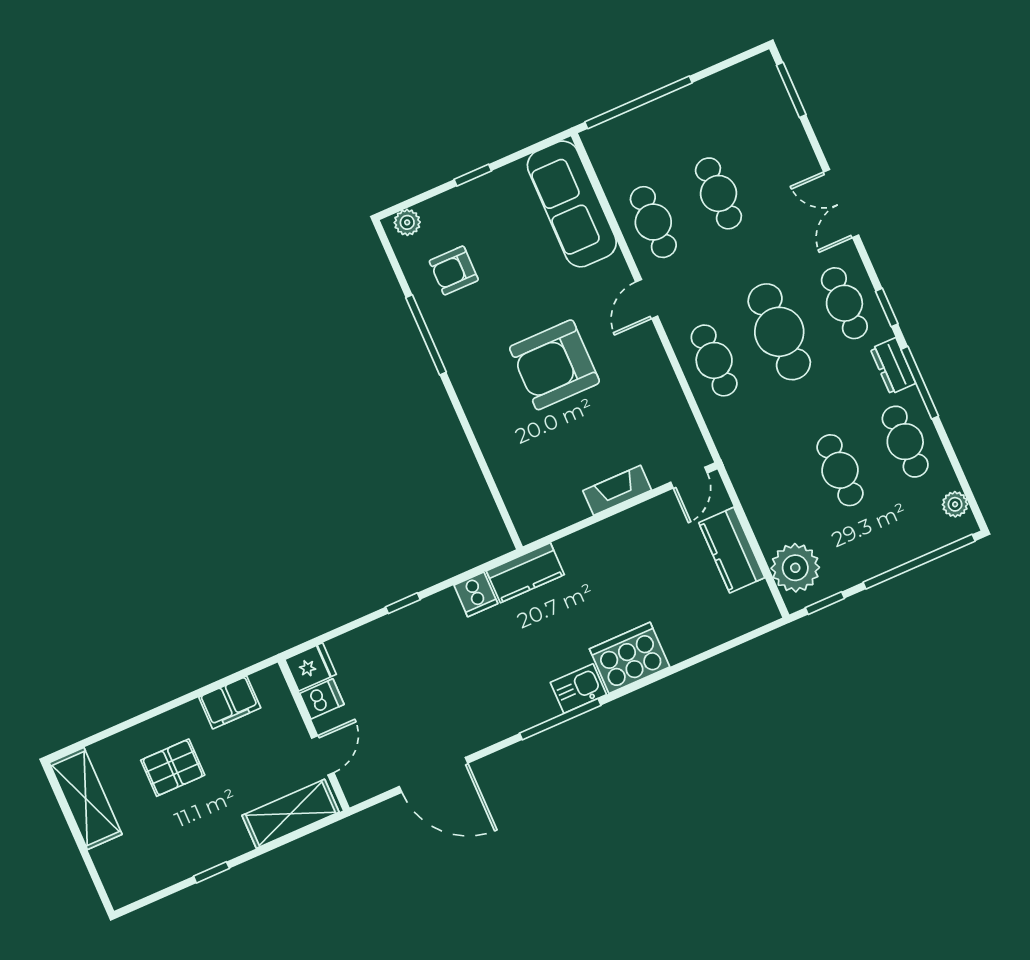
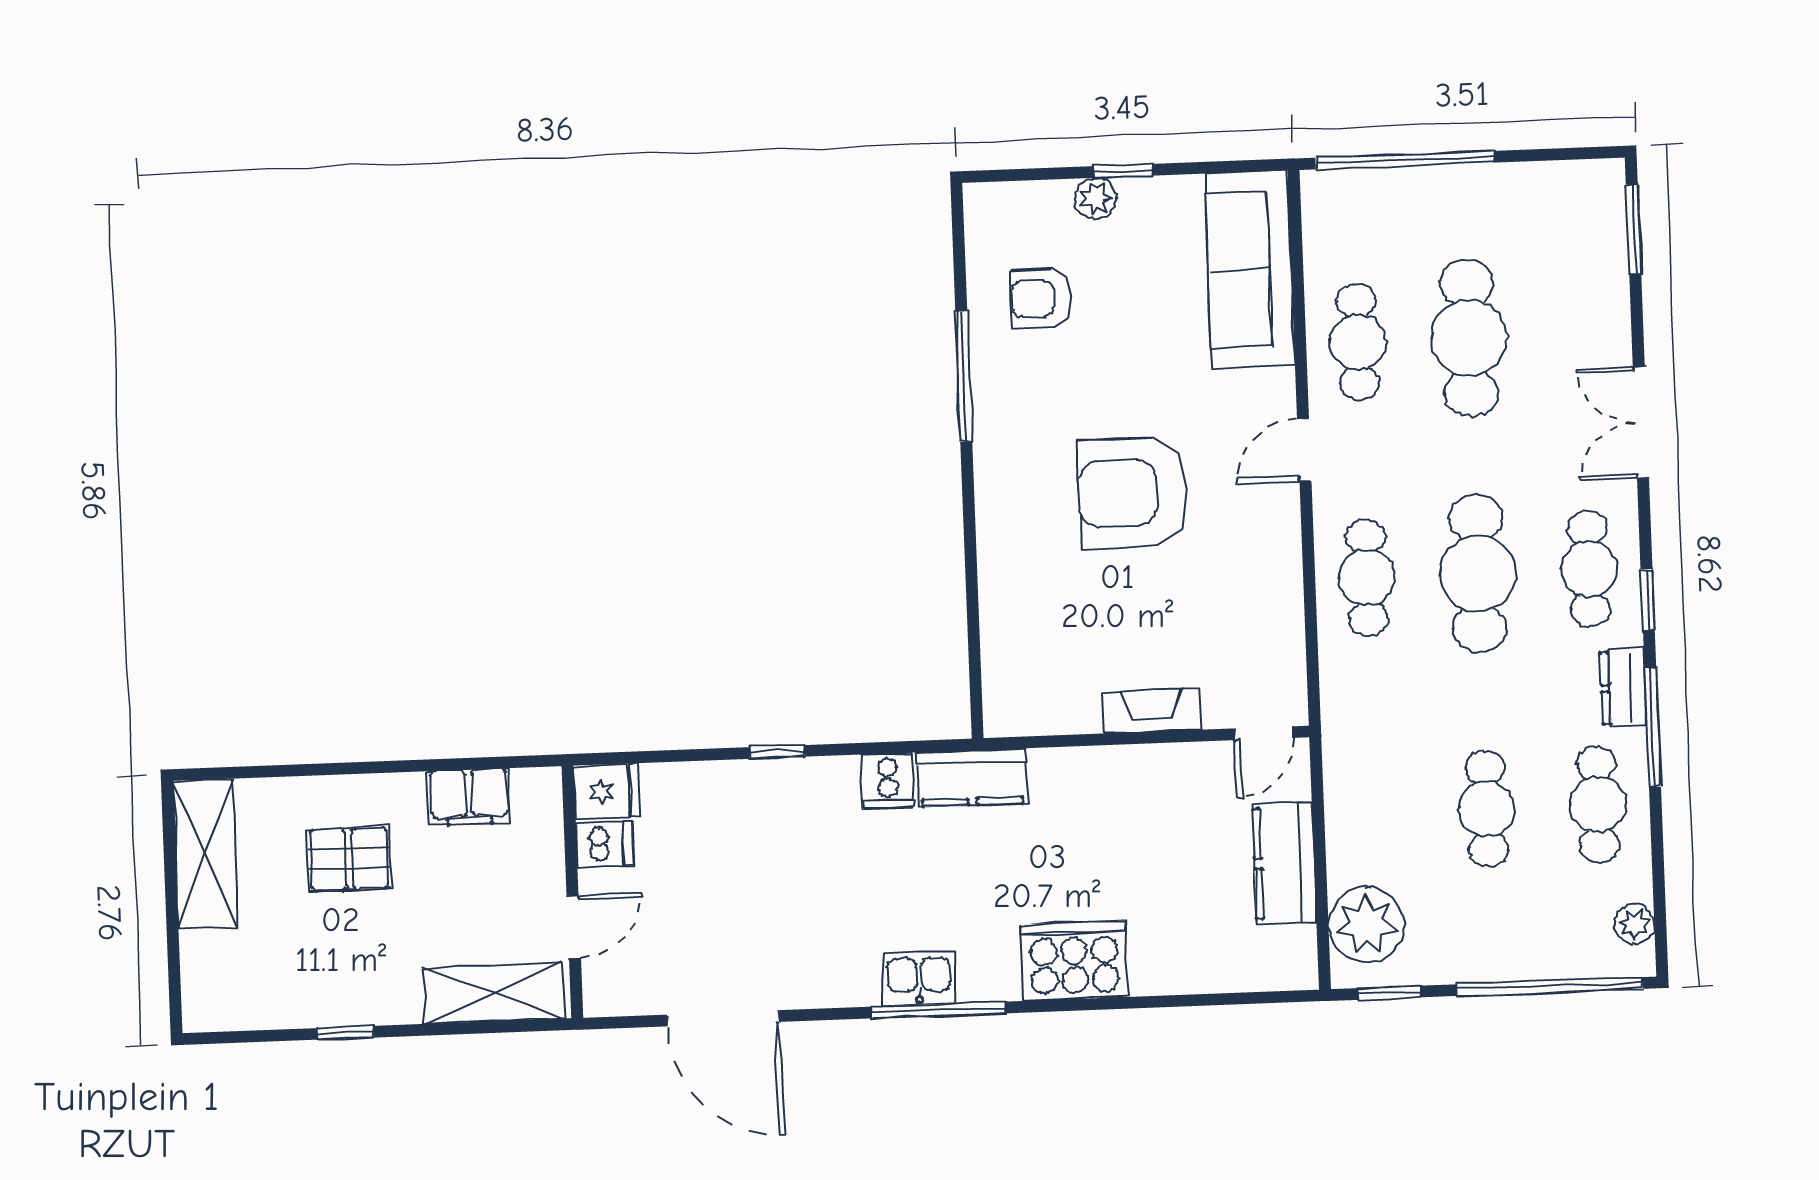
cafe table: (718, 193) -> (1469, 338), width x1.37, depth x1.35
plant: (407, 222) -> (1096, 198), moved
kitchen sink: (578, 689) -> (919, 978), moved

